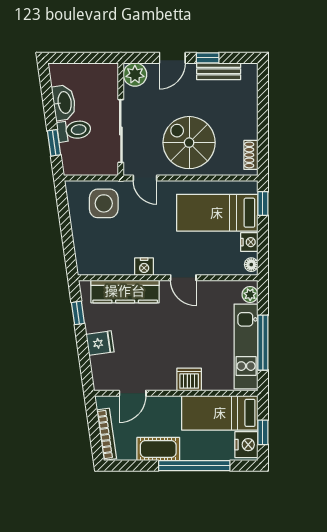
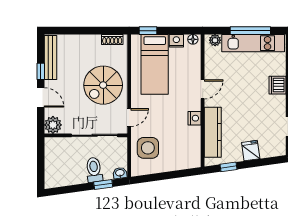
bench: (219, 71) -> (51, 57), width x1.36
washbasin: (64, 103) -> (120, 173), moved, width x0.52, depth x0.69

